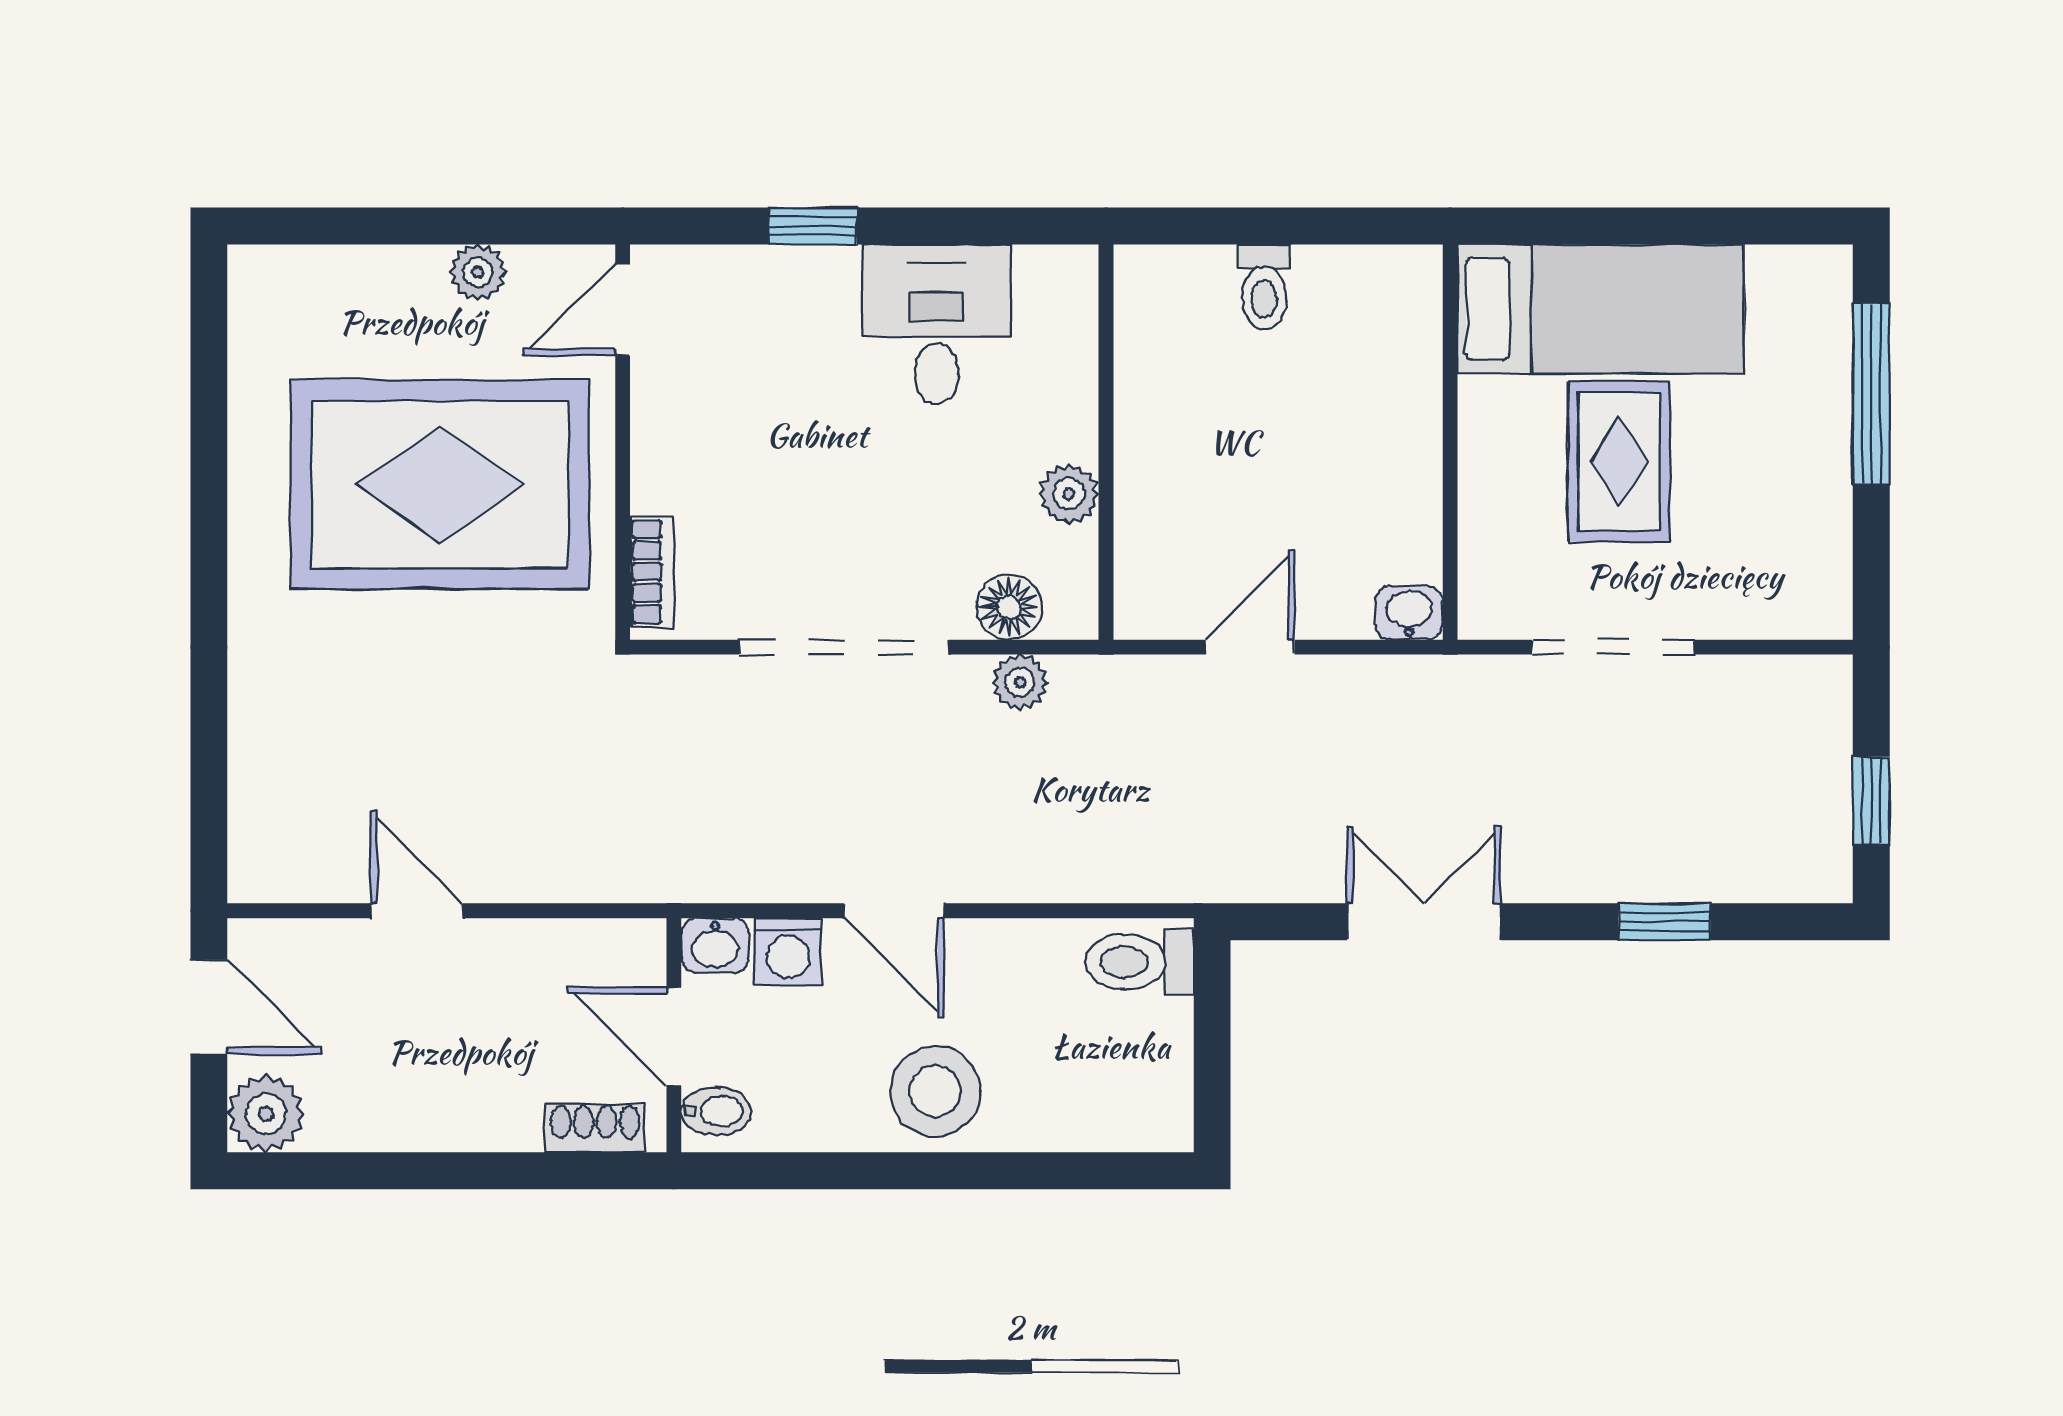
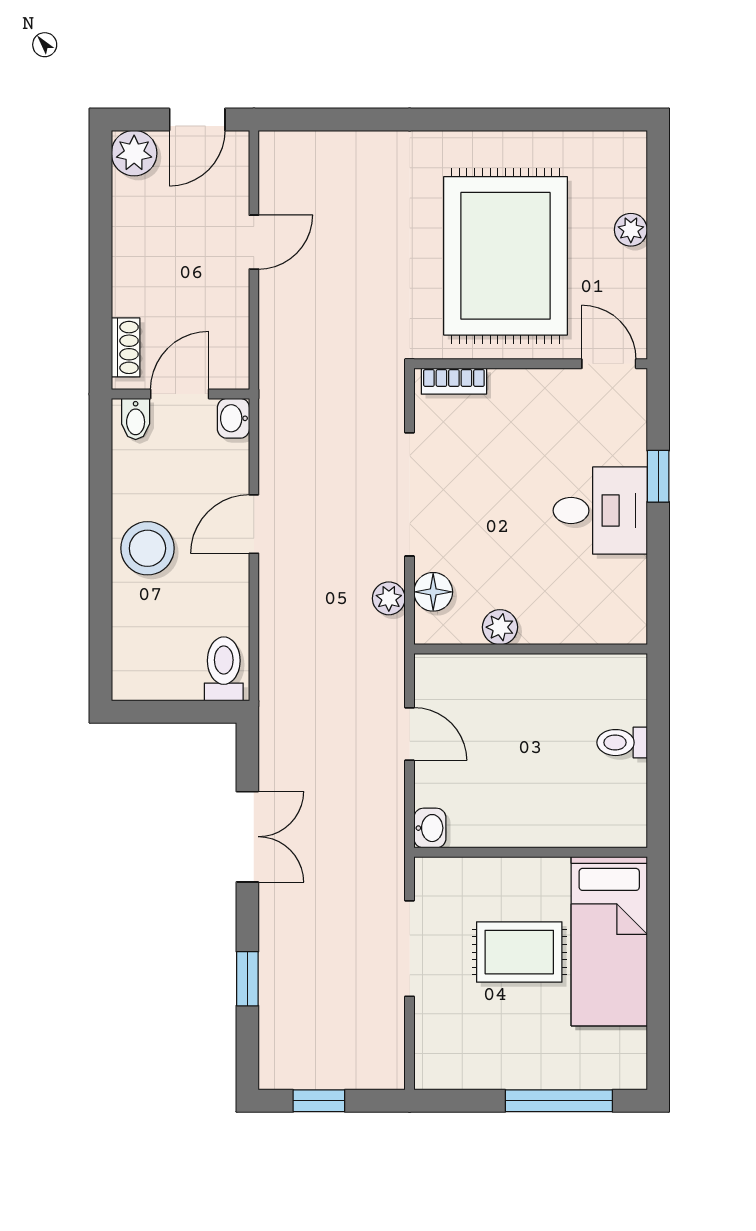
plant: (478, 272) -> (631, 230), moved
desk: (937, 324) -> (600, 511), moved
washing machine: (788, 952) -> (230, 461), removed

